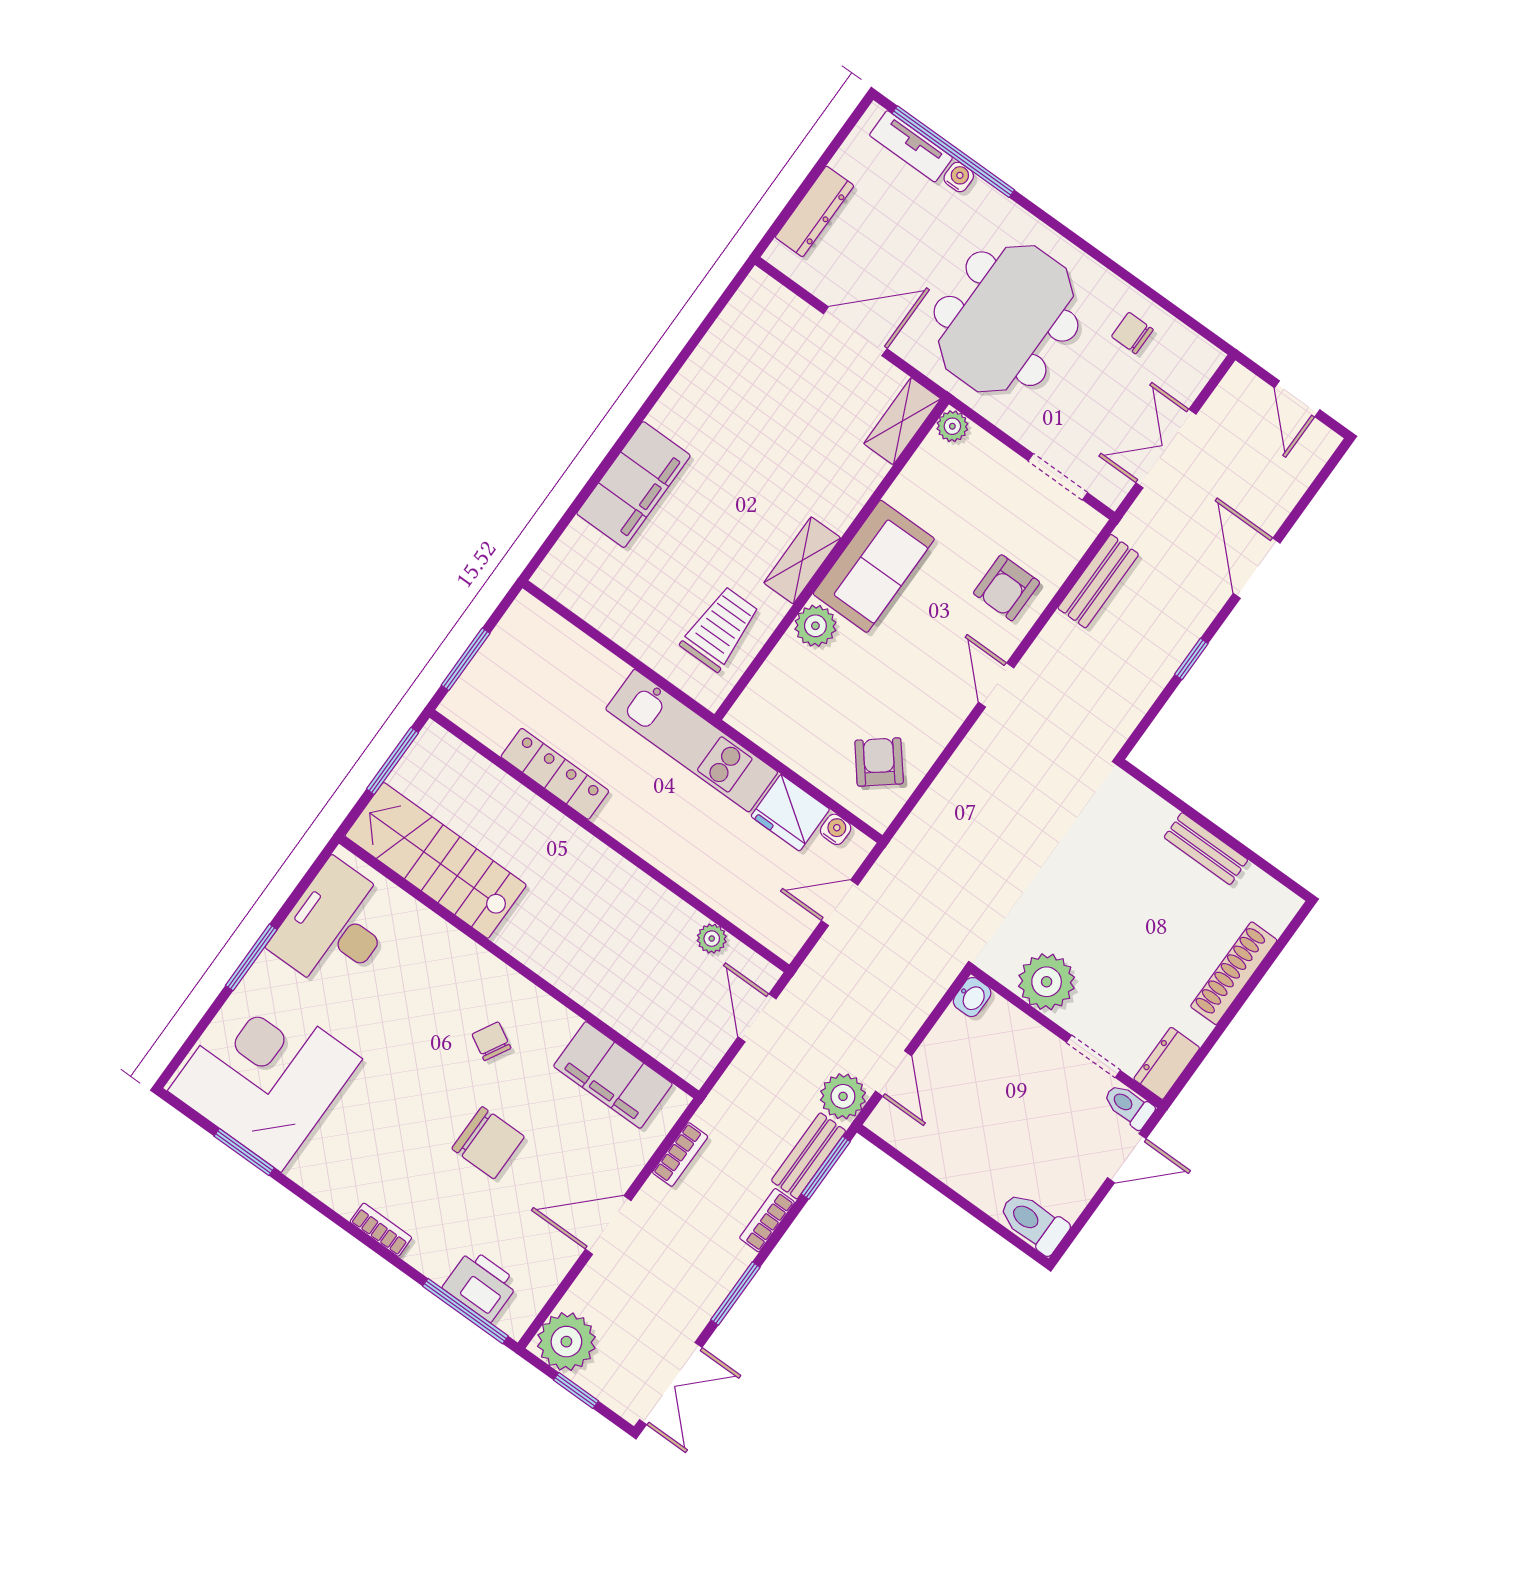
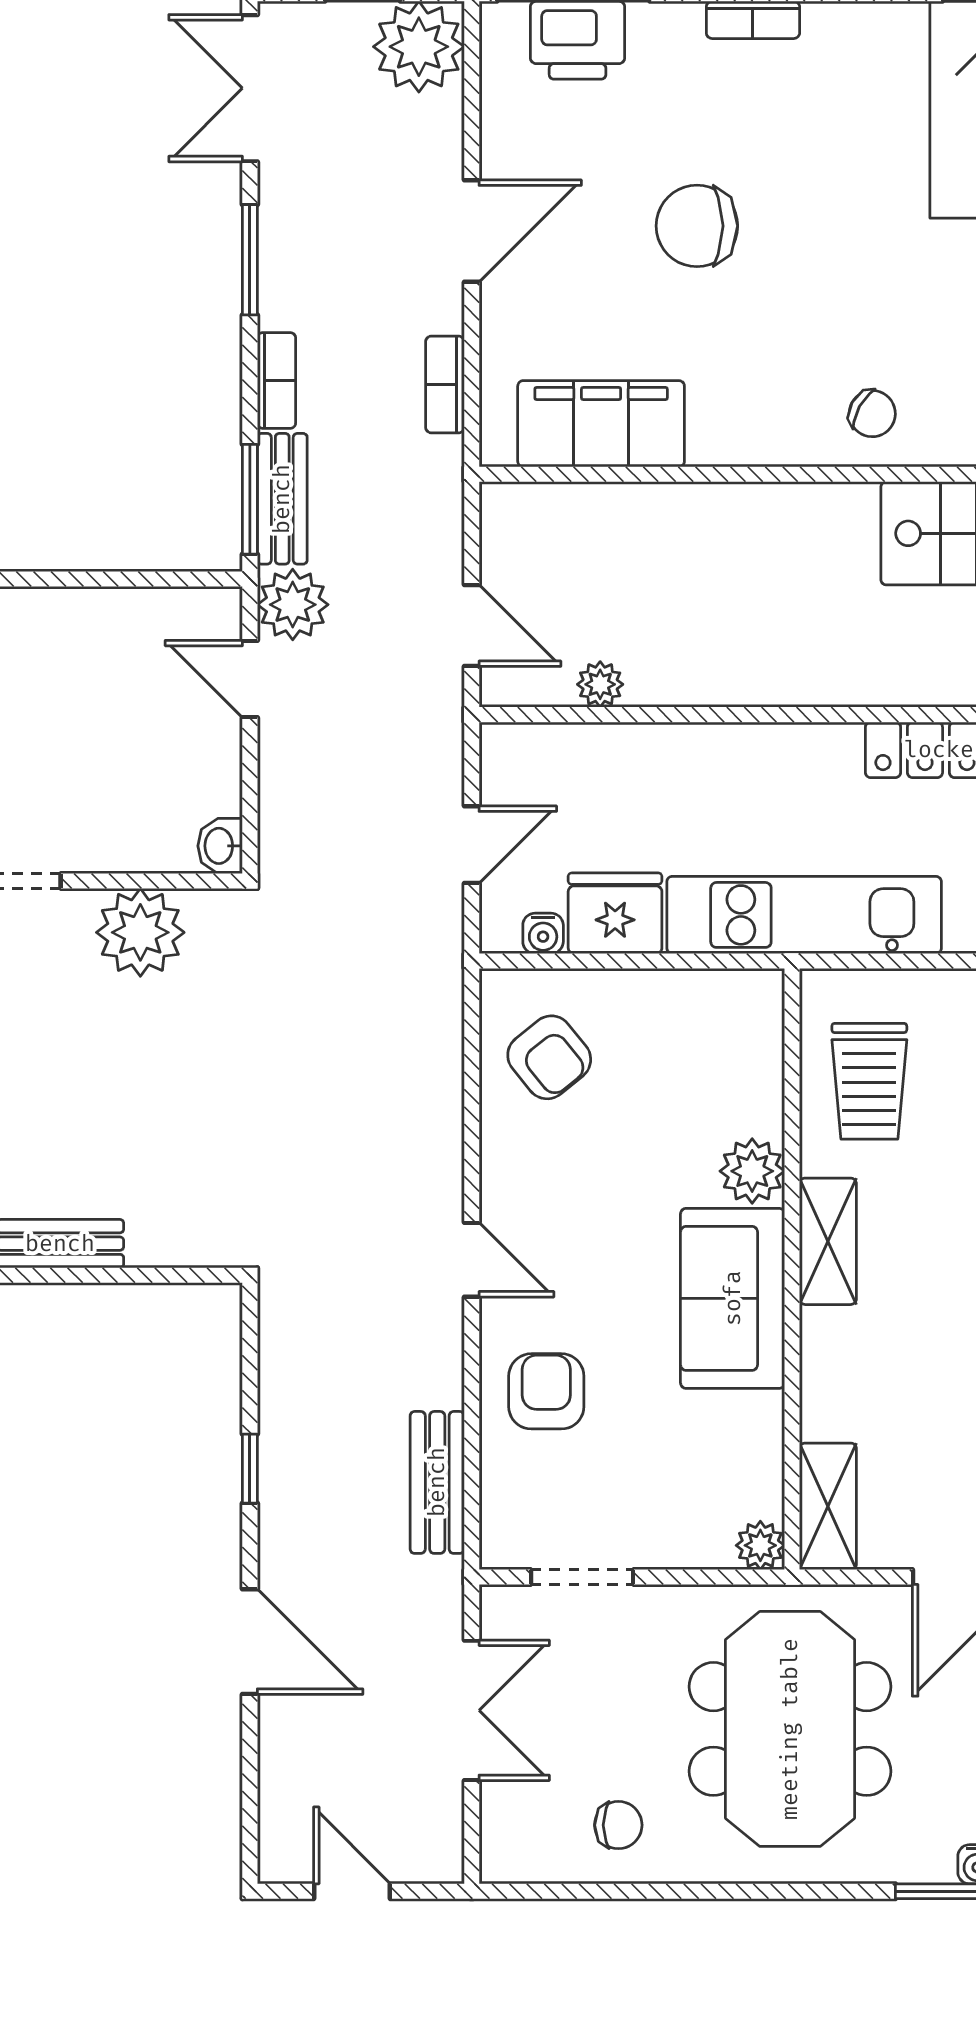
chair: (491, 1041) -> (872, 414), moved

